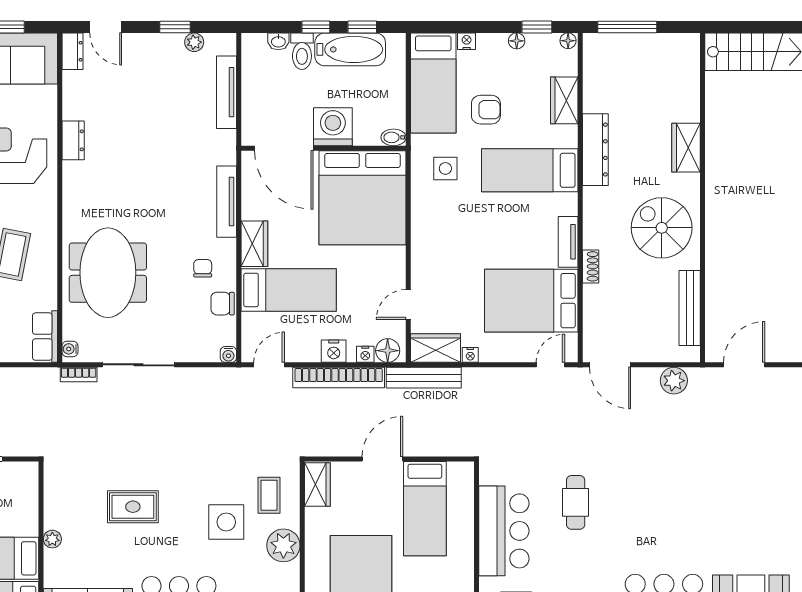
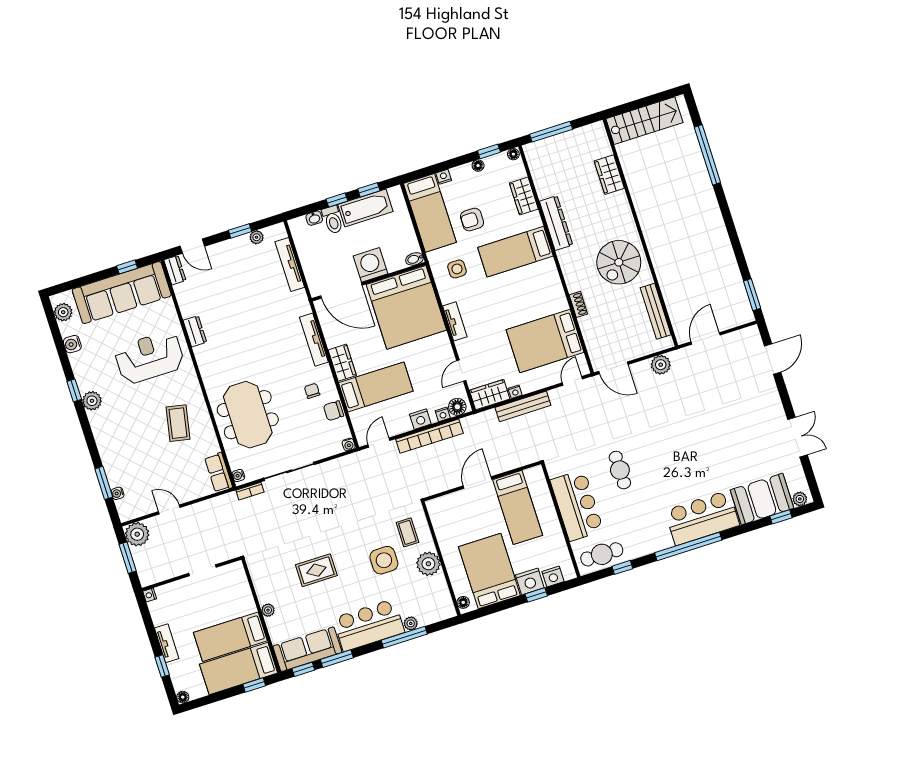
armchair: (486, 110) -> (472, 220), turned 180
wardrobe: (686, 148) -> (609, 175), moved
spiral stairs: (662, 228) -> (619, 262), turned -90
tv unit: (568, 242) -> (455, 321), moved, turned 180
bench: (424, 378) -> (523, 406), moved
wardrobe: (317, 485) -> (438, 514), removed

